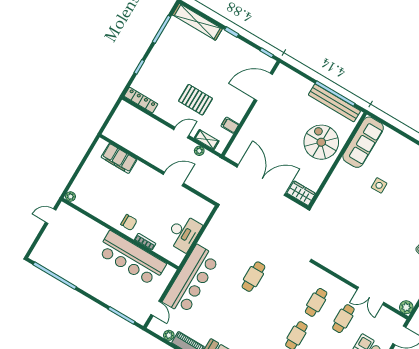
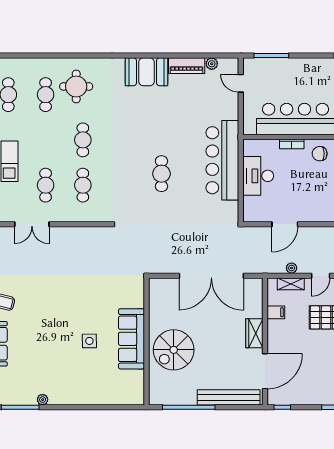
bench: (334, 103) -> (229, 397), moved
spiral stairs: (321, 142) -> (174, 350), turned 90
sofa: (363, 142) -> (131, 339), moved
door: (173, 179) -> (285, 224), moved
wardrobe: (301, 193) -> (254, 333), moved, turned 90
bar counter: (191, 280) -> (222, 160), moved
double door: (370, 296) -> (32, 224), swing flipped

